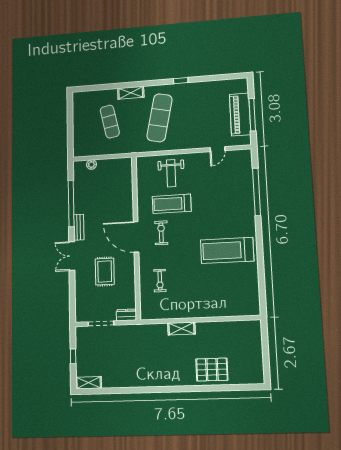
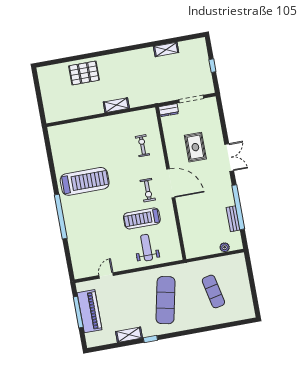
shelving: (131, 93) -> (129, 335), moved
window: (257, 192) -> (61, 217), moved
treadmill: (172, 204) -> (142, 218), turned 180
bench: (79, 227) -> (233, 219), moved
shelving: (89, 383) -> (166, 49), moved

